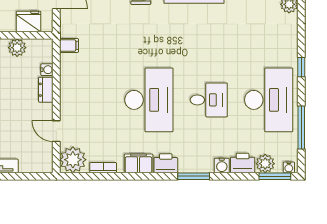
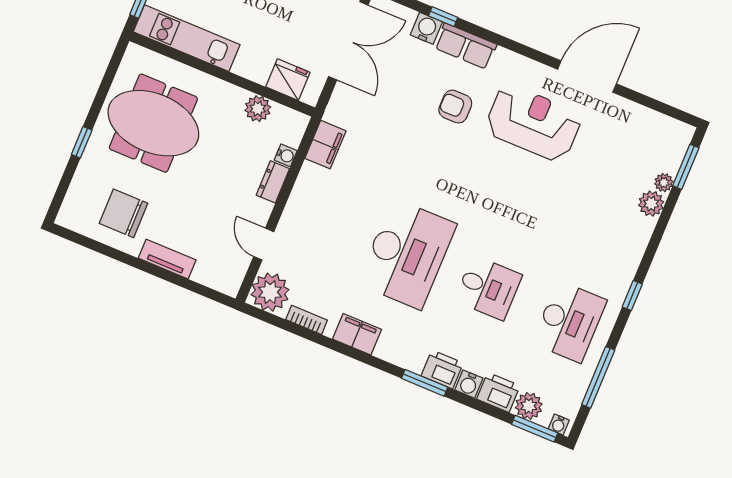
filing cabinet: (69, 45) -> (325, 145), width x2.00
desk: (269, 100) -> (569, 322), width x0.73, depth x0.77
printer: (166, 163) -> (442, 369), moved

